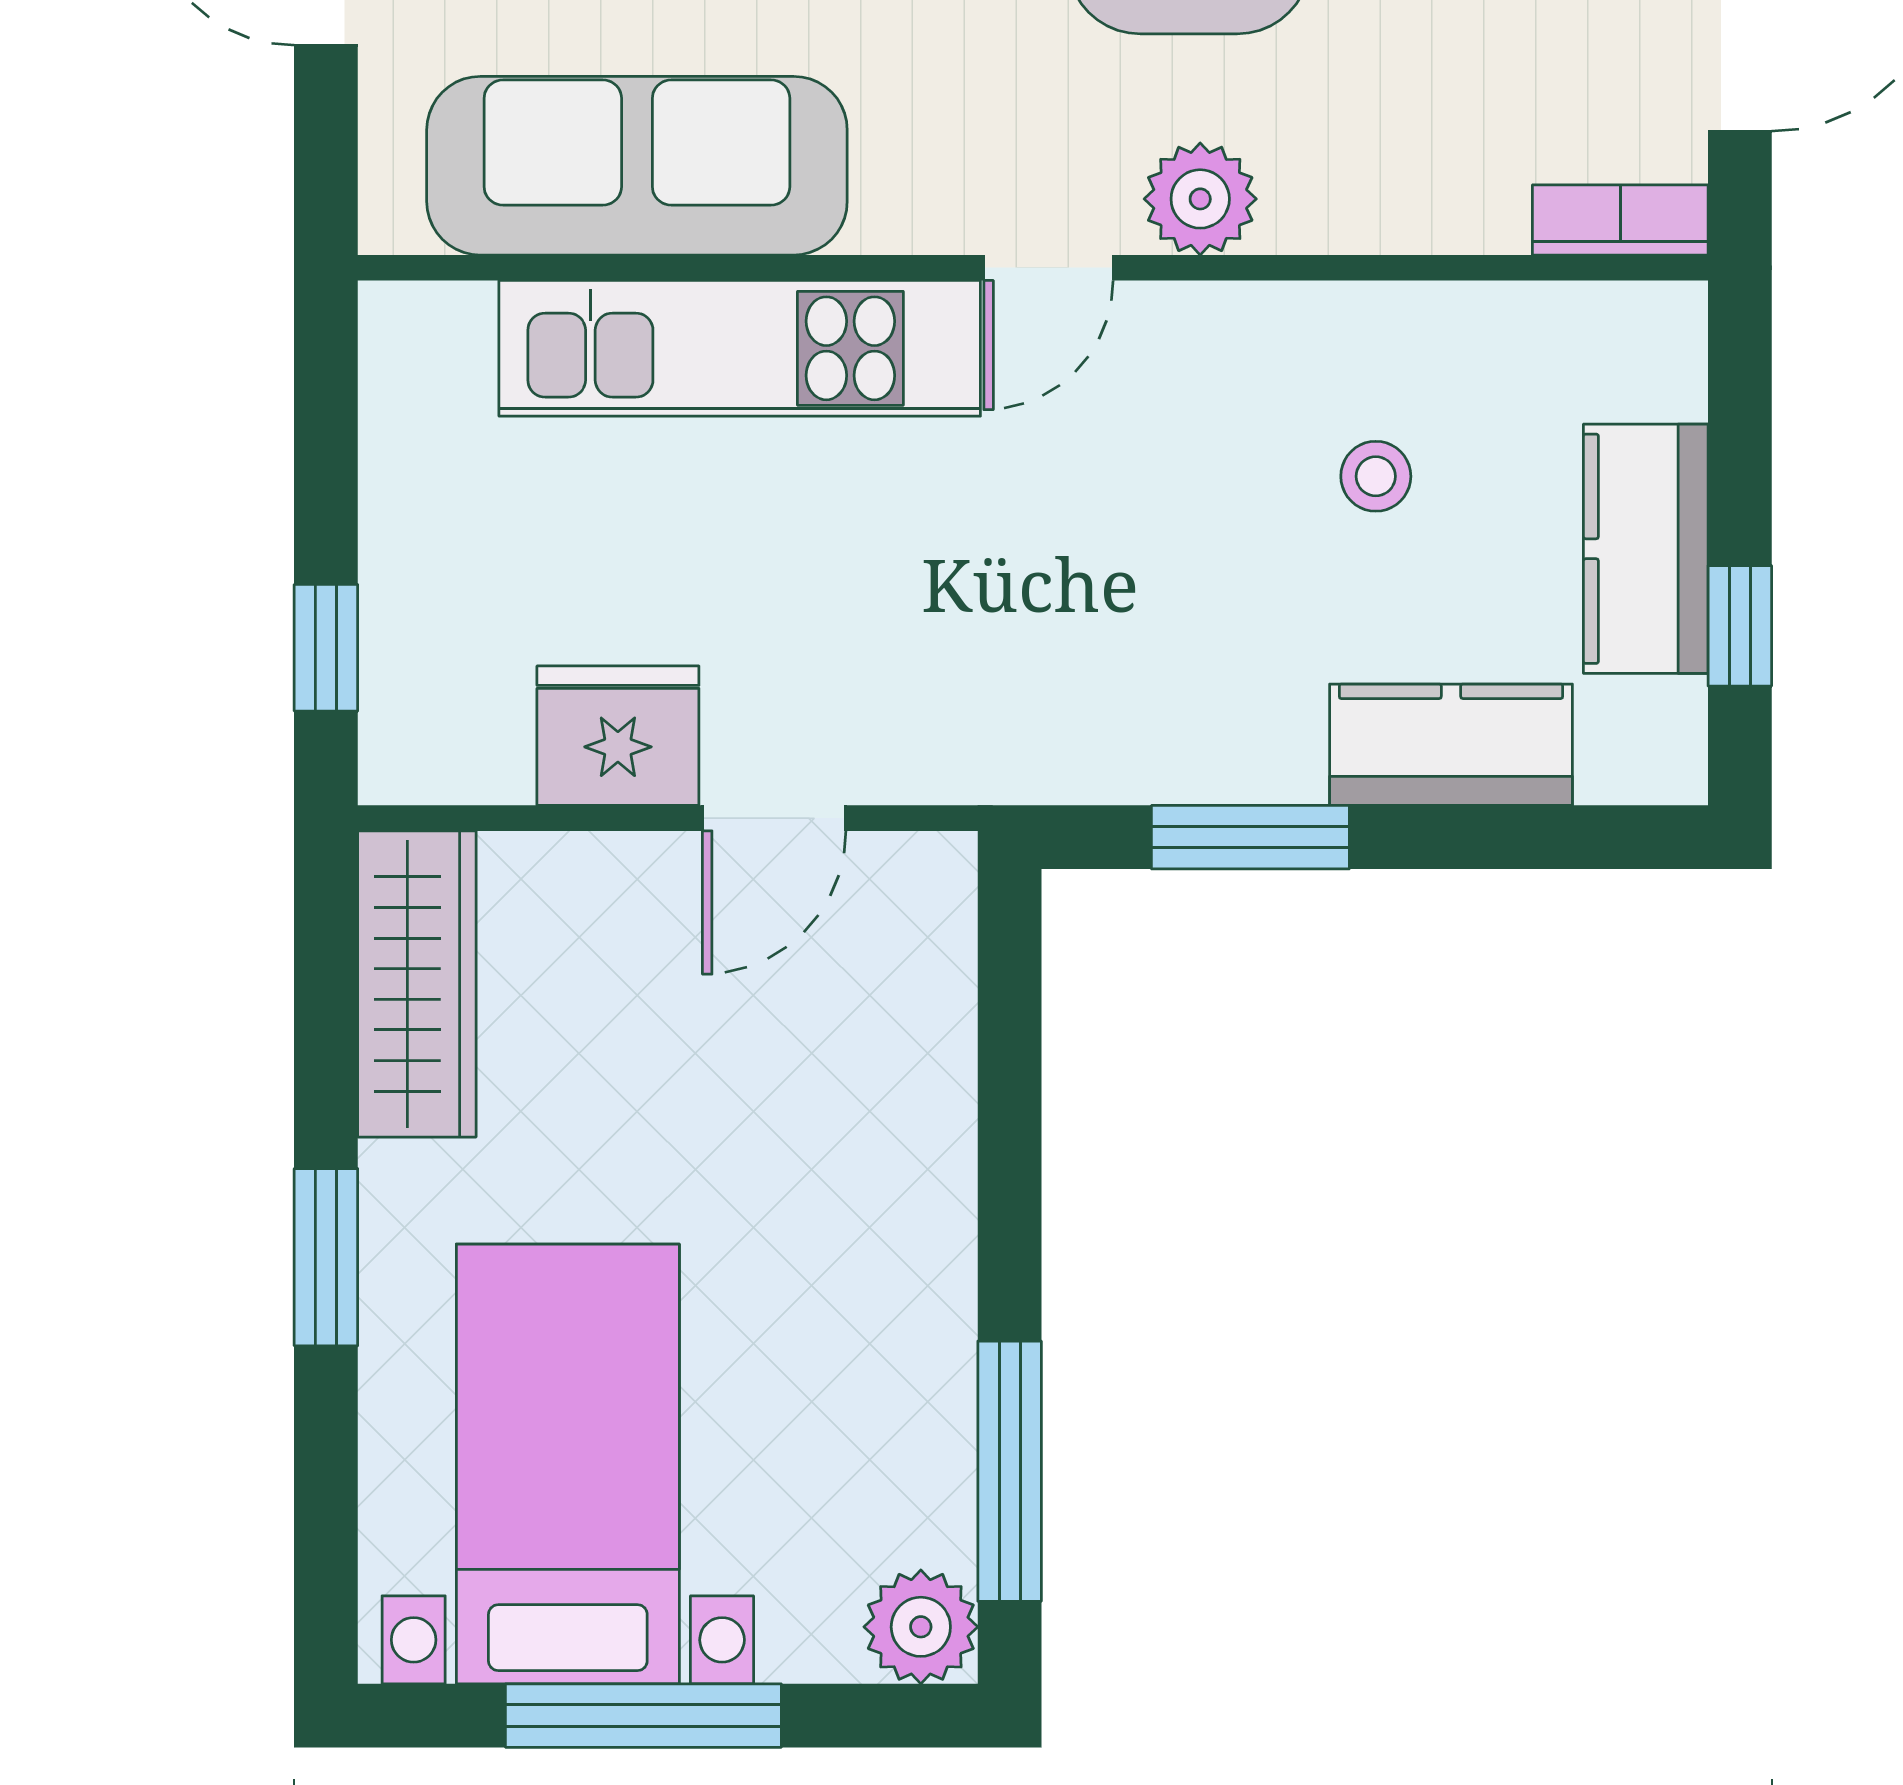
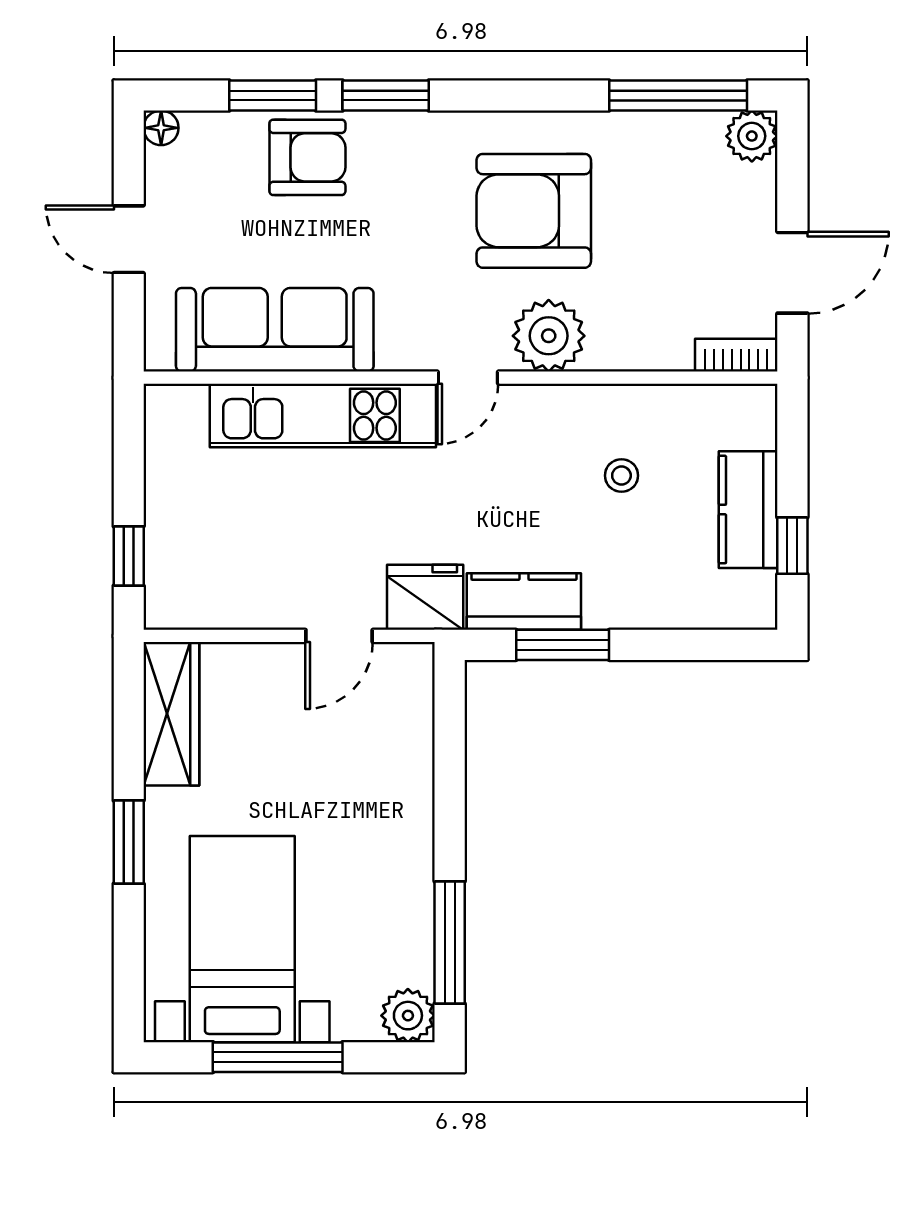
plant: (1200, 199) -> (549, 336), width x1.36, depth x1.36
fridge: (618, 736) -> (425, 597), moved
kitchen counter: (1451, 745) -> (524, 602), moved

